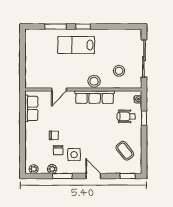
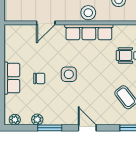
row of seats: (31, 108) -> (12, 78), moved
chair: (58, 150) -> (45, 97), removed
side table: (74, 155) -> (69, 74), moved

